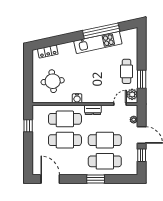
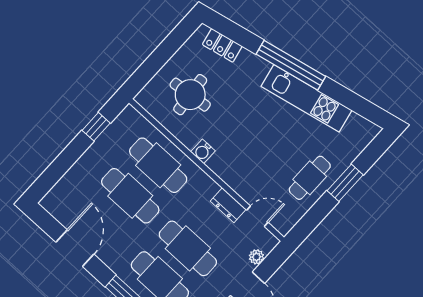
window: (101, 31) -> (291, 65), moved
window: (142, 79) -> (345, 183), moved
plant: (132, 94) -> (287, 218), removed
dresser: (93, 110) -> (228, 205), moved
door: (50, 179) -> (75, 248), moved

